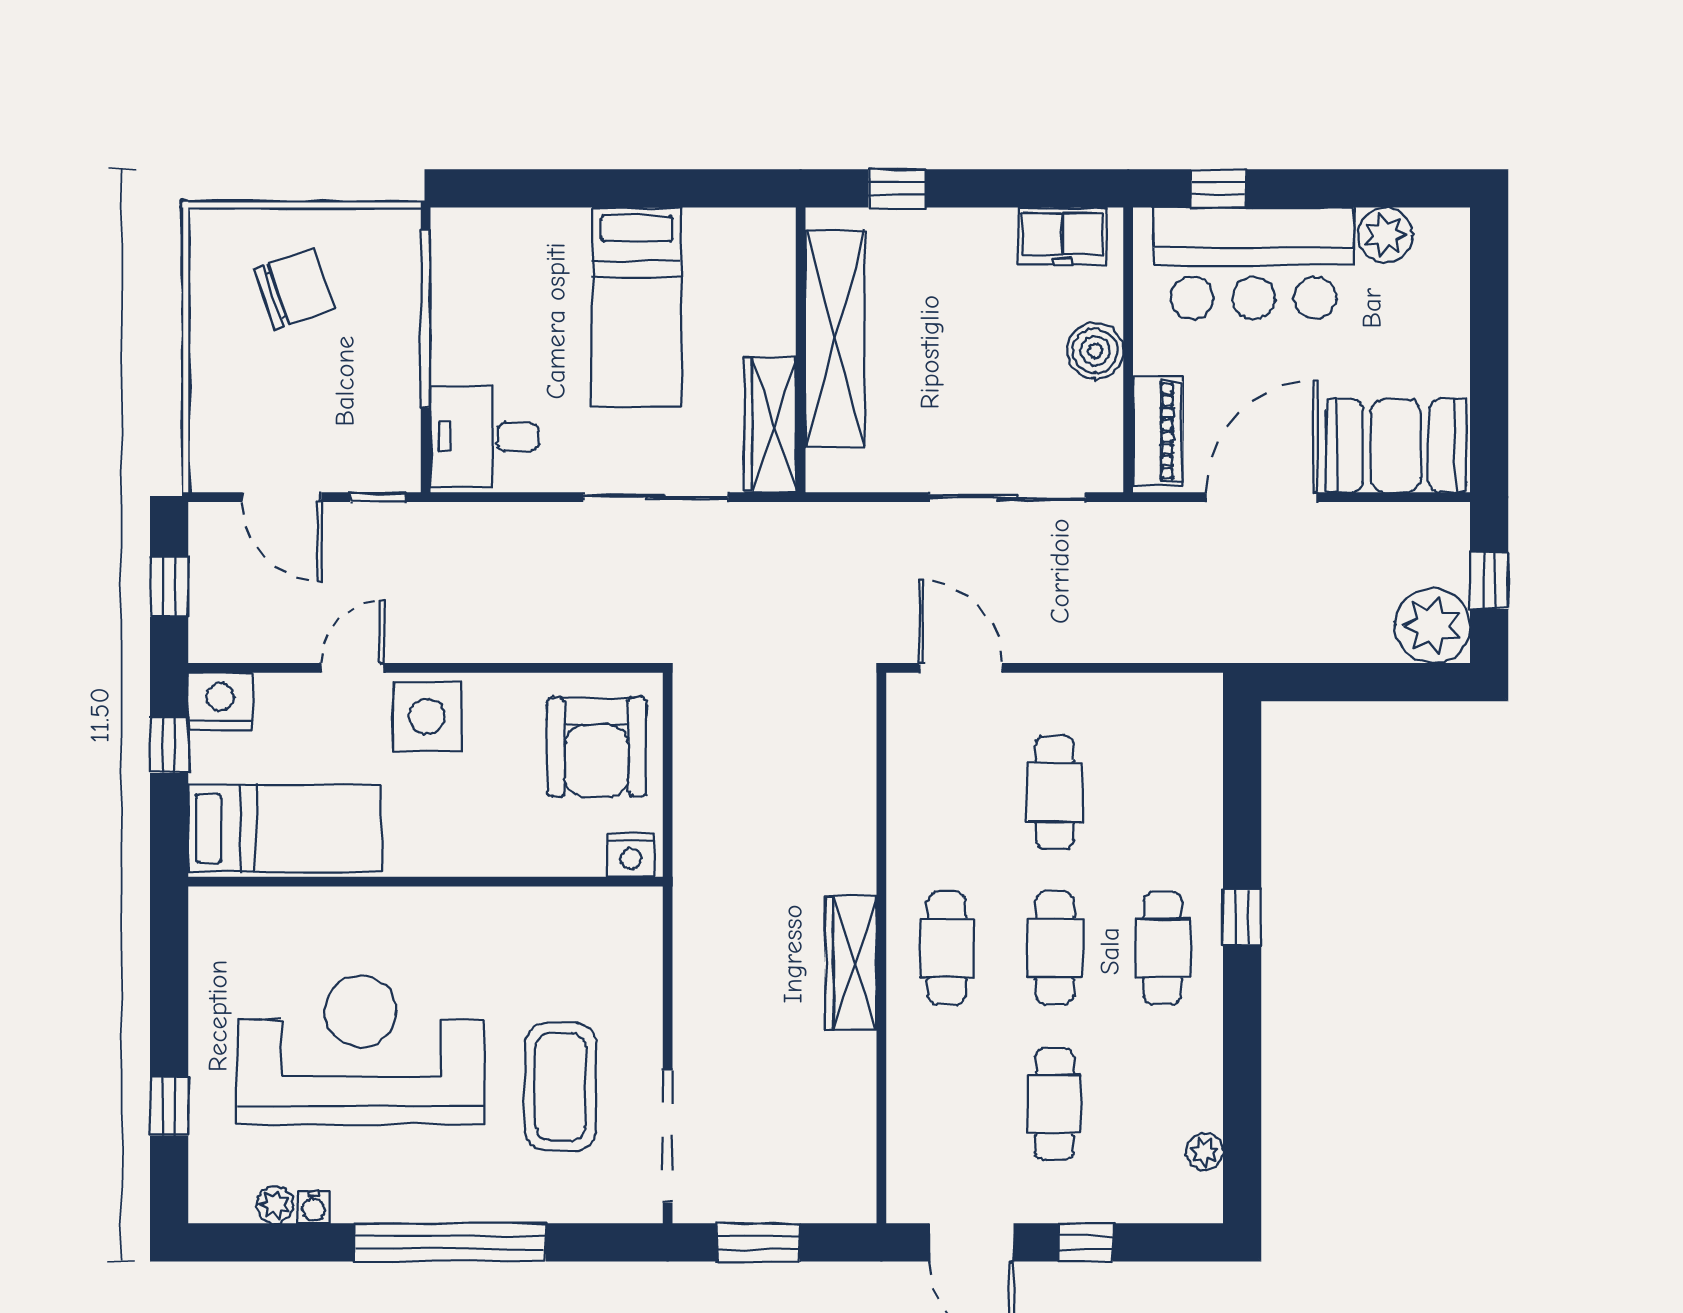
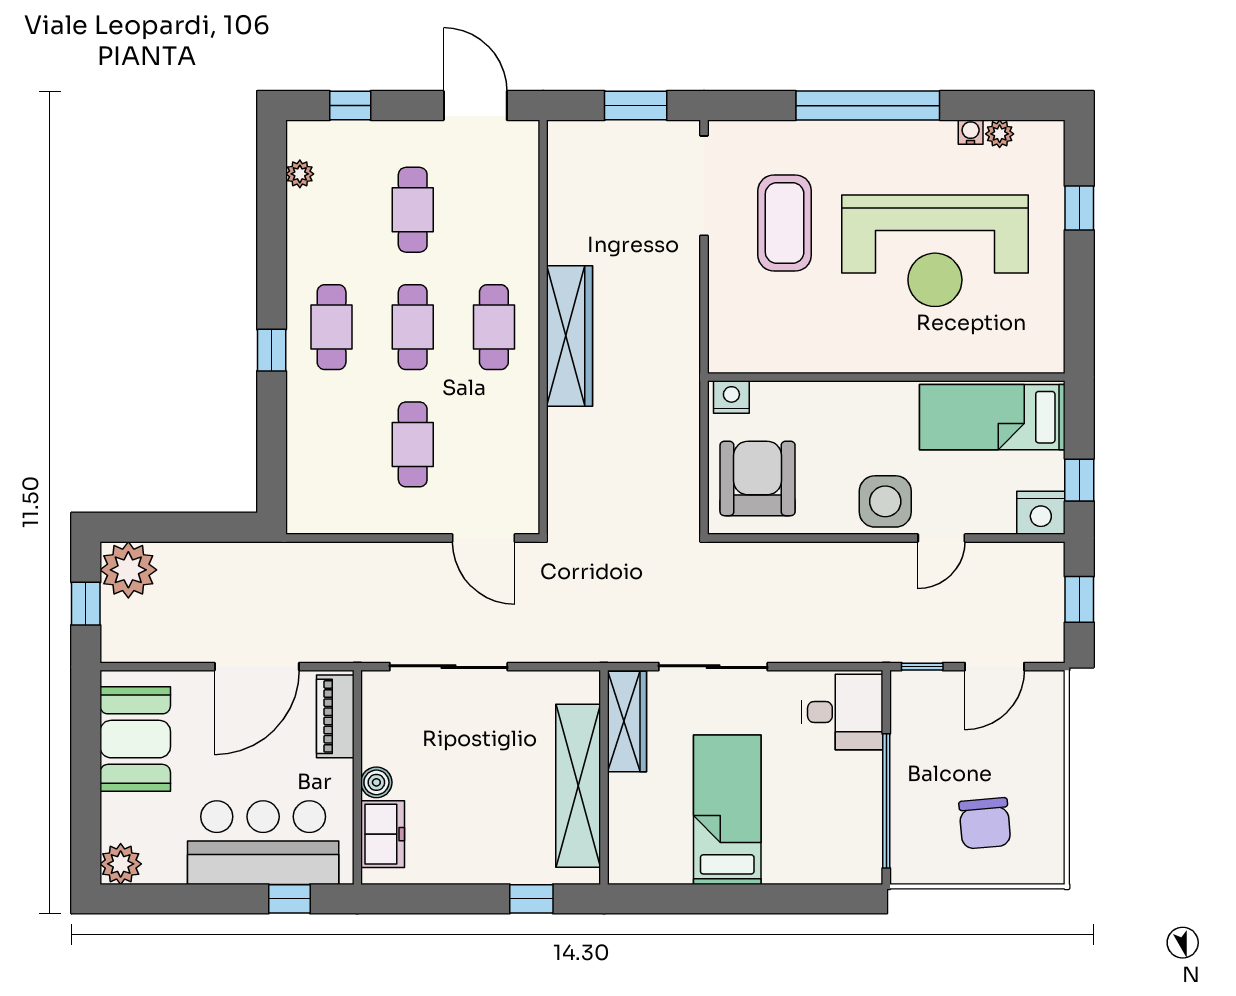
plant: (1385, 235) -> (121, 864), moved
freezer: (1062, 236) -> (383, 834), moved, turned 90
chair: (295, 289) -> (985, 823), turned -76
boiler: (1095, 351) -> (376, 782), width x0.73, depth x0.73
booth: (1396, 446) -> (135, 739), moved, turned 90
door: (282, 497) -> (995, 667), swing flipped
wardrobe: (851, 963) -> (570, 336), width x1.40, depth x1.17
window: (1086, 1242) -> (350, 106), moved

